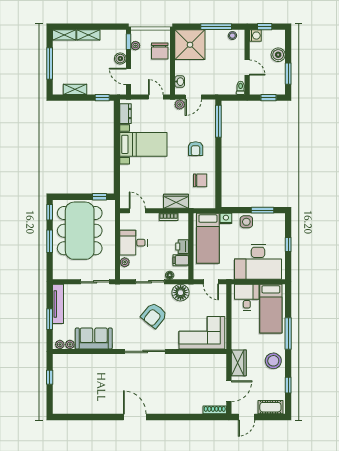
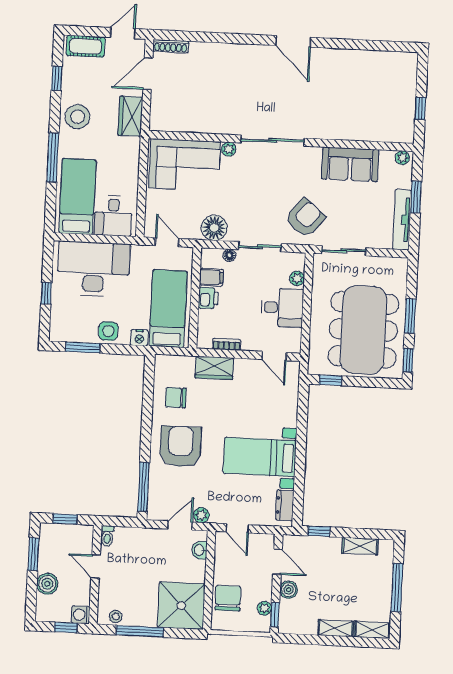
armchair: (196, 149) -> (180, 446), width x1.88, depth x1.88
armchair: (154, 315) -> (305, 218), moved
plant: (70, 344) -> (229, 149), moved

